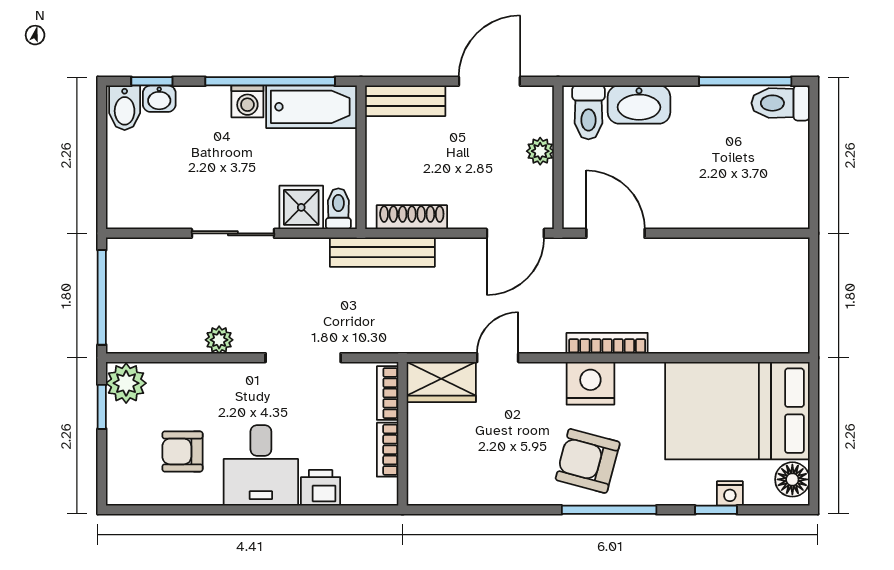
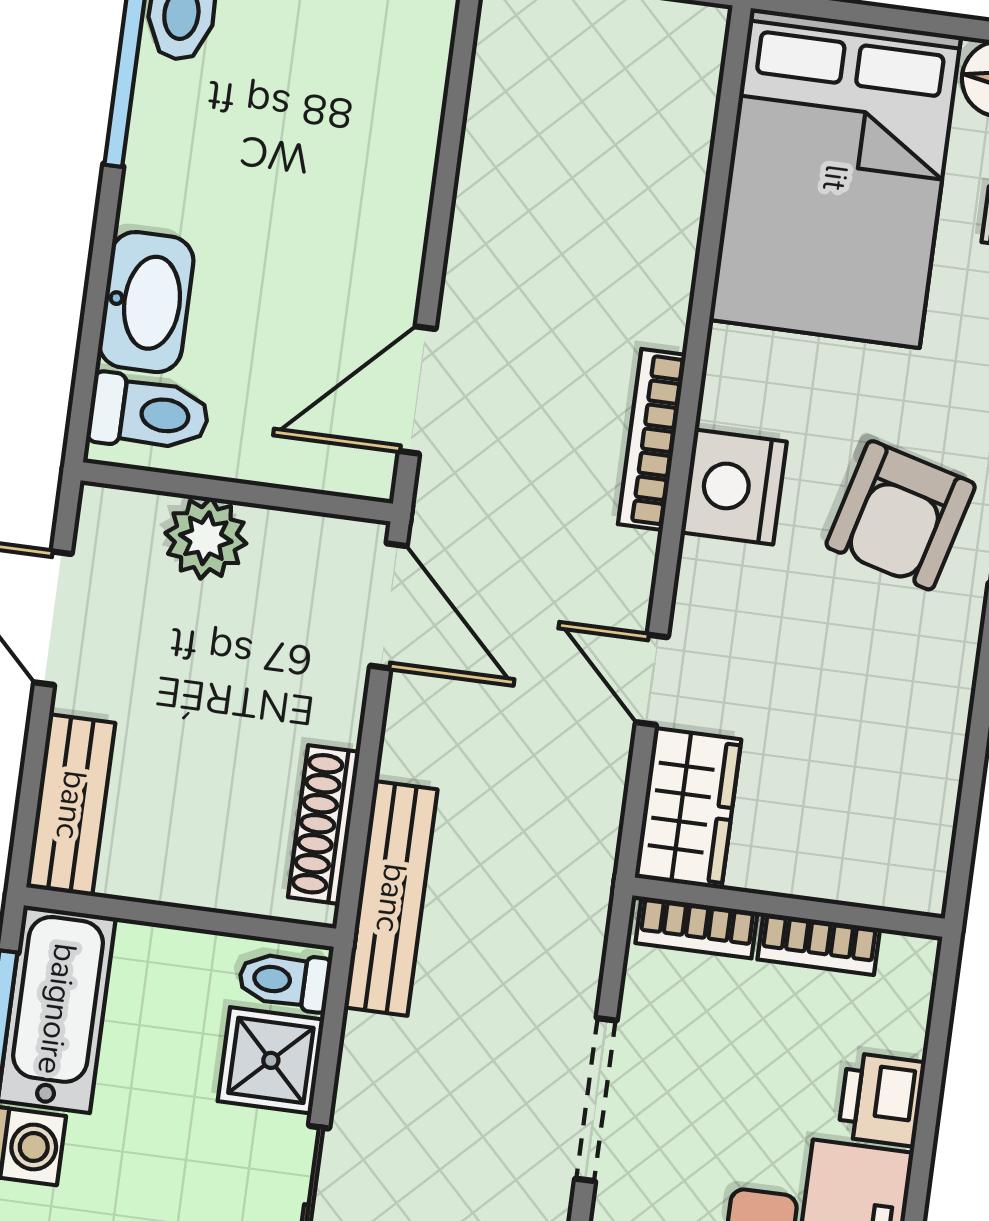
plant: (540, 151) -> (206, 538), width x1.38, depth x1.38

